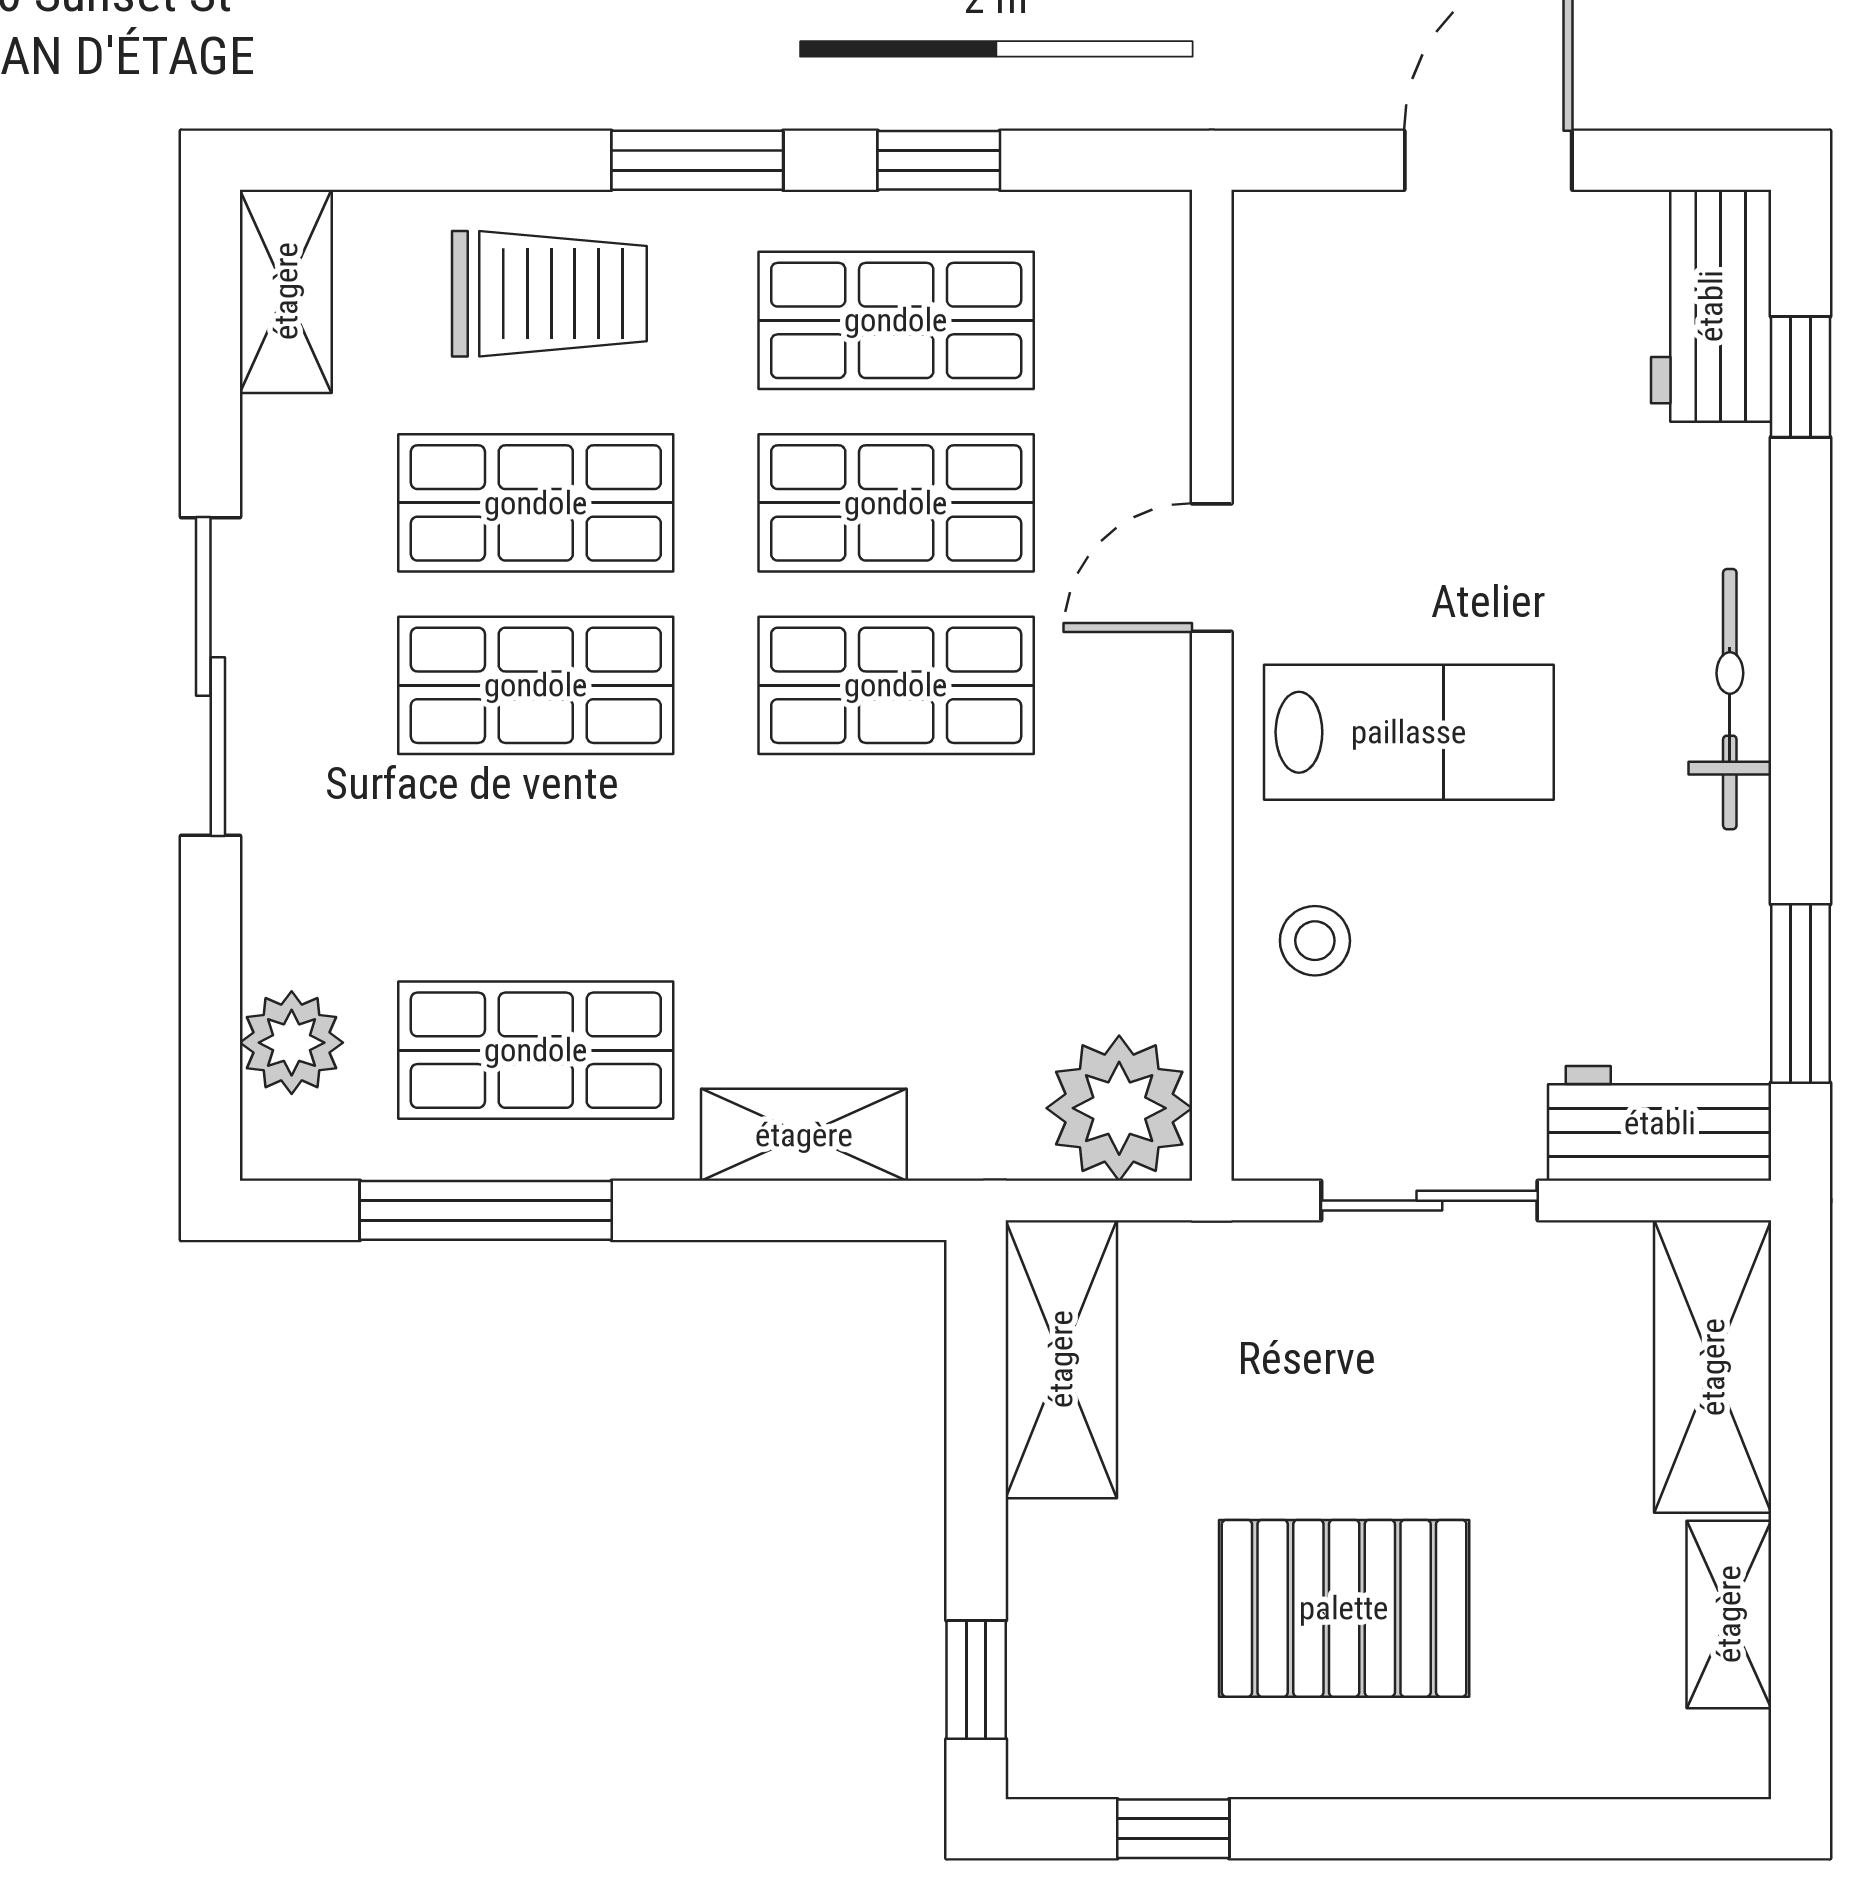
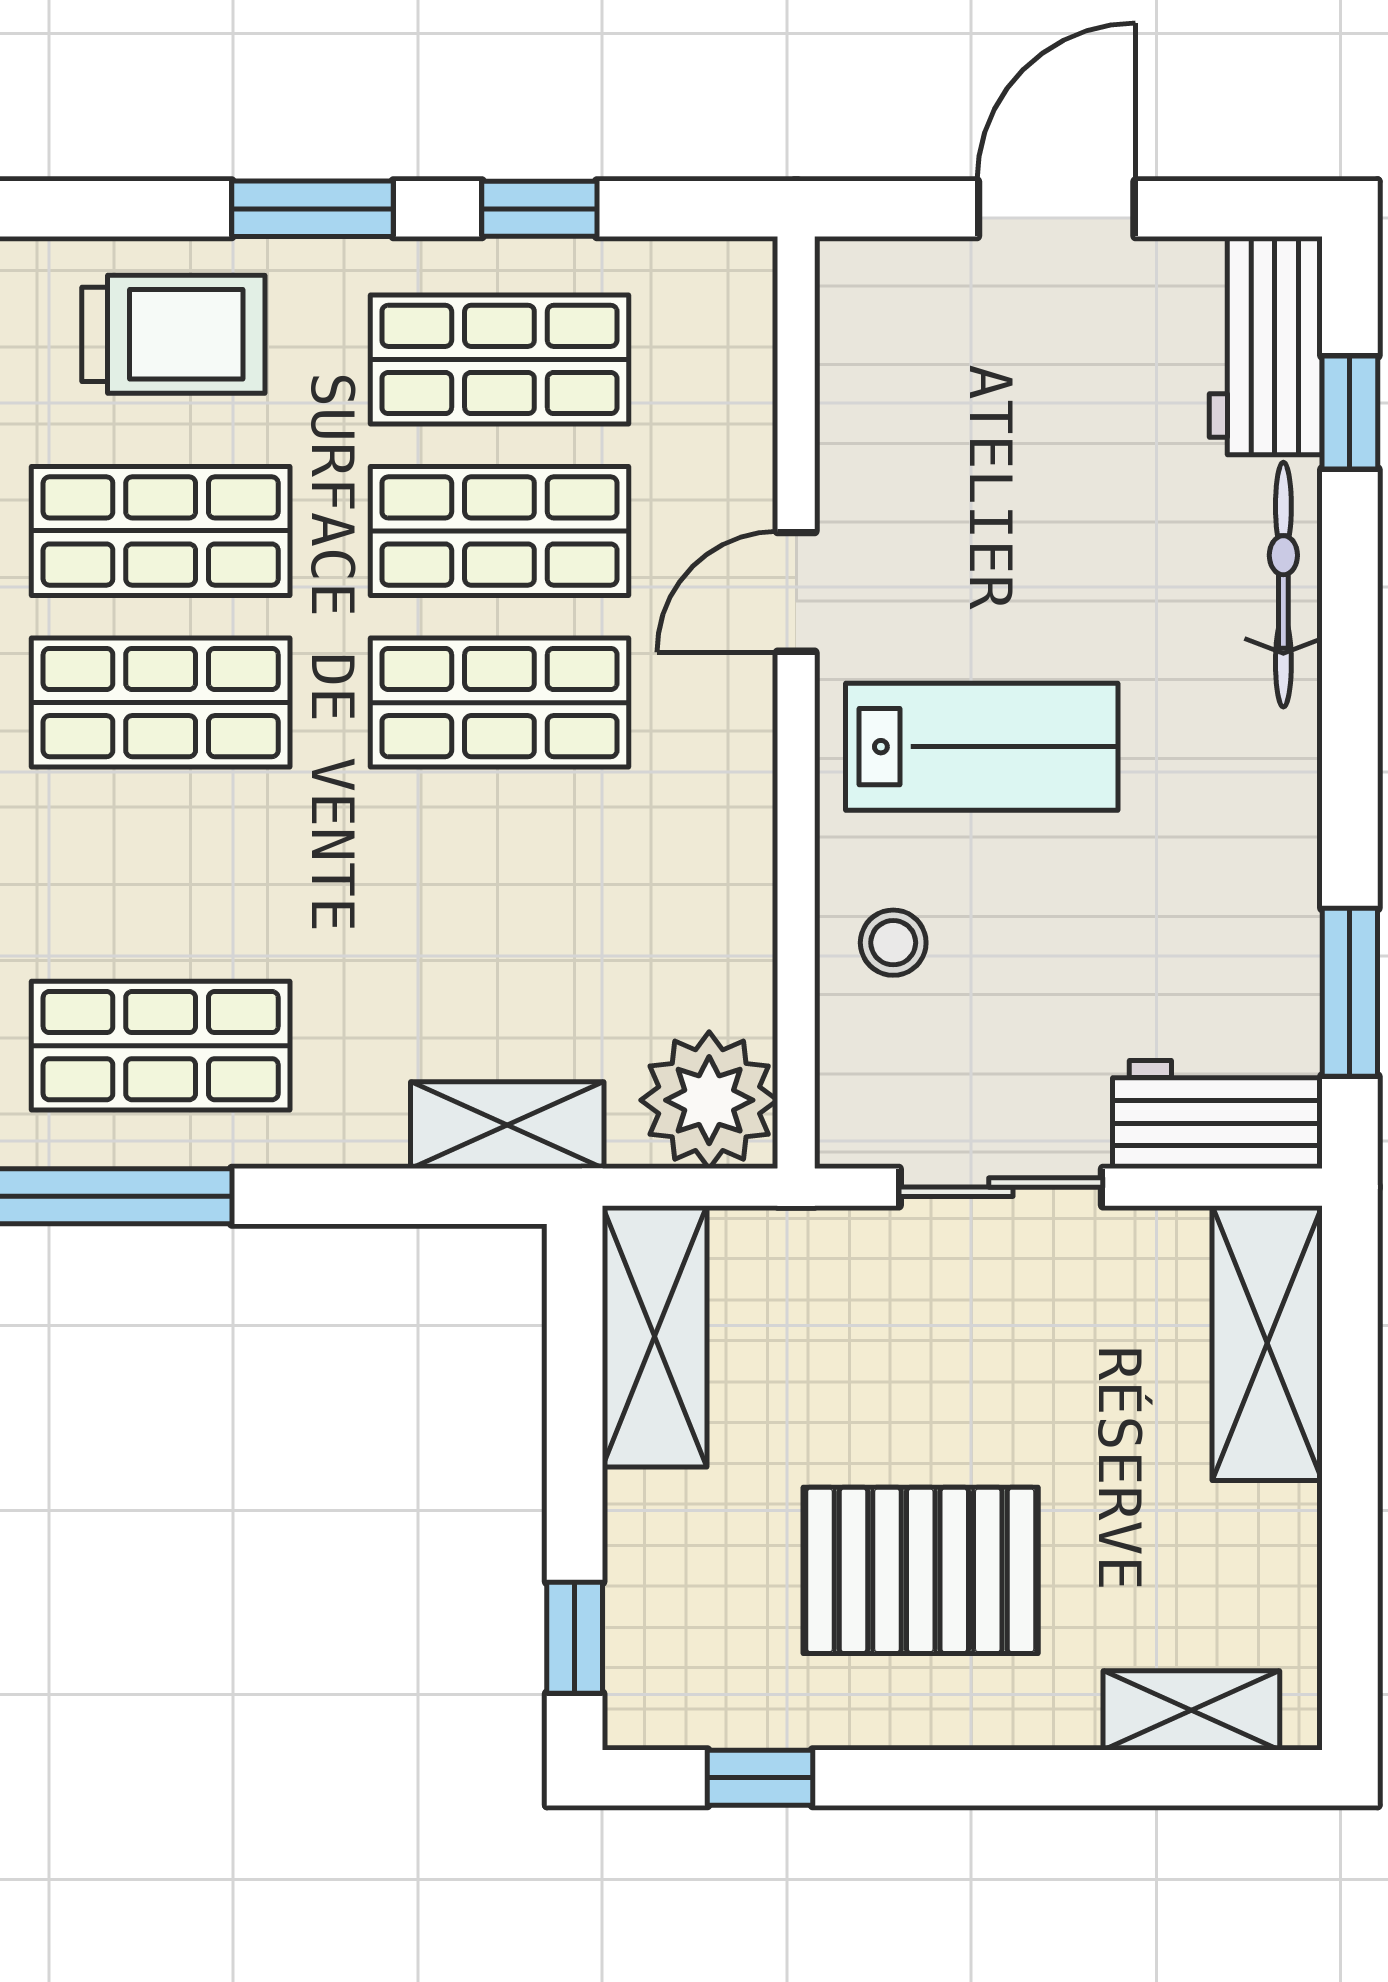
bicycle: (1730, 699) -> (1283, 585), moved
shelving: (804, 1135) -> (507, 1125), moved
shelving: (1729, 1614) -> (1191, 1710), moved, turned 90

